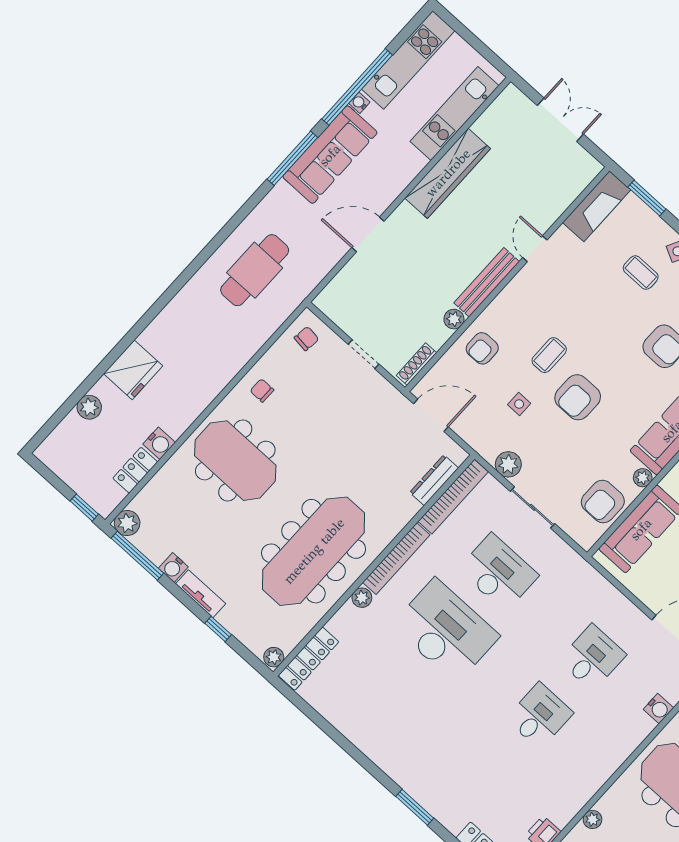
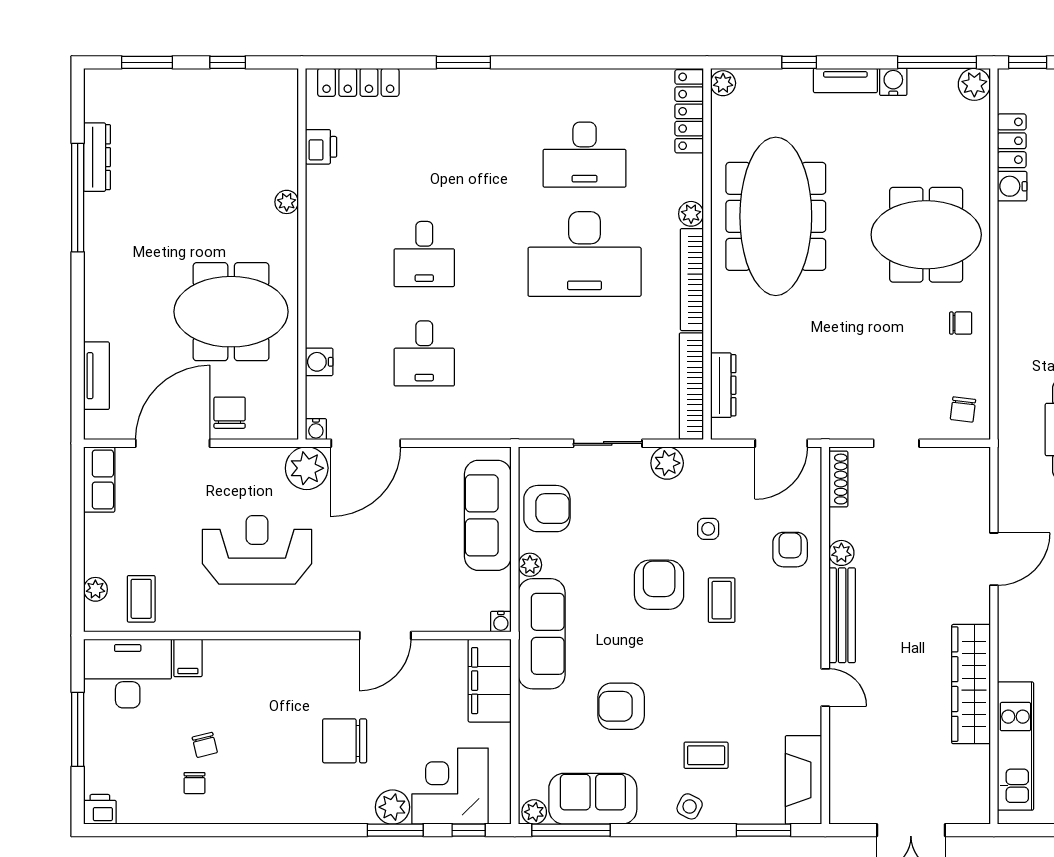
armchair: (603, 502) -> (547, 509), turned 90
desk: (498, 572) -> (585, 155), moved

